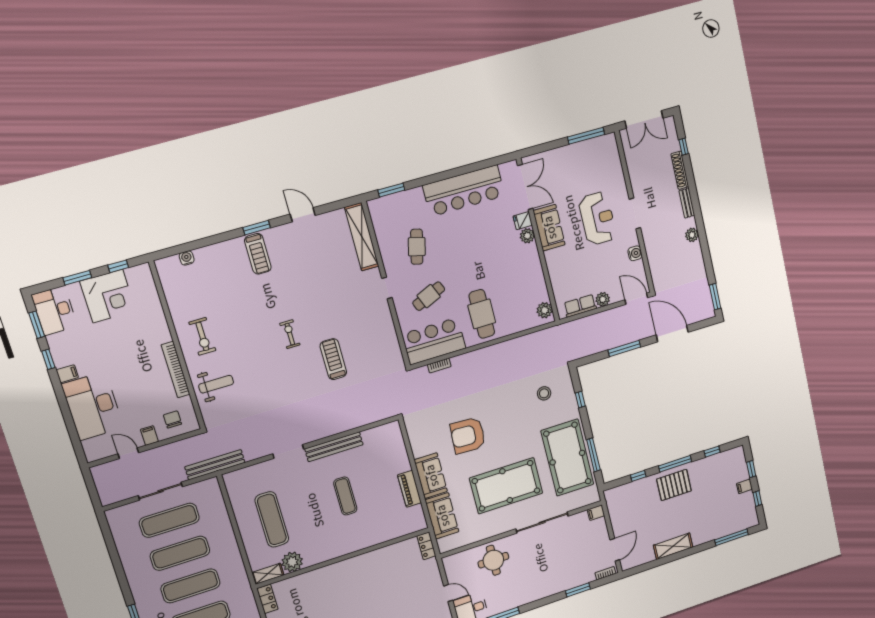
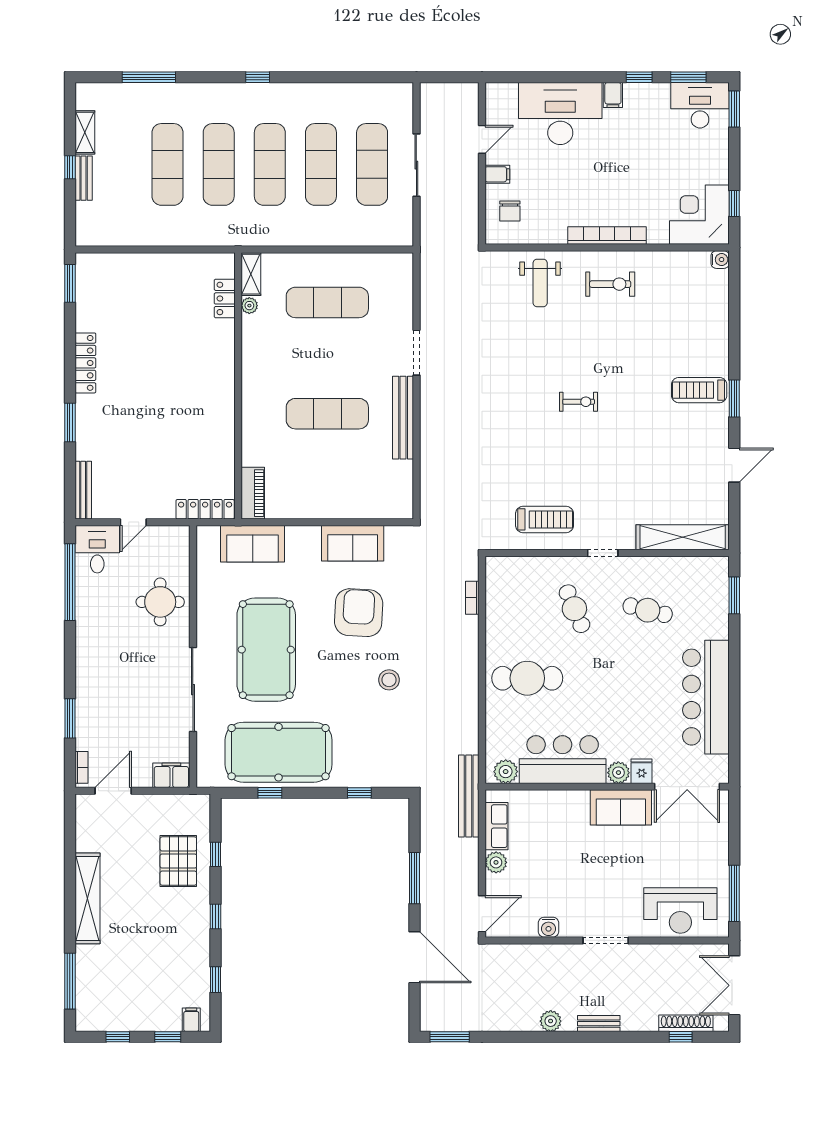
shoe rack: (680, 170) -> (686, 1023), moved
reception desk: (598, 218) -> (680, 910), moved
water cooler: (187, 258) -> (720, 260), moved
window: (77, 278) -> (734, 109), moved
corner desk: (108, 296) -> (699, 215), moved, turned 90
door: (672, 334) -> (414, 957), hinge flipped
exercise bike: (202, 336) -> (610, 284), turned 180
bar counter: (434, 341) -> (563, 760), moved, turned -90
treadmill: (333, 359) -> (545, 519), moved
bookcase: (176, 370) -> (607, 236), moved
stool: (544, 393) -> (389, 680), moved
chair: (173, 419) -> (510, 211), turned 90
window: (593, 455) -> (270, 793), width x0.46
window: (675, 464) -> (216, 916), width x0.46
bench: (215, 465) -> (469, 796), moved
sofa: (431, 476) -> (353, 543), moved
pallet: (674, 485) -> (178, 861), moved
filing cabinet: (744, 486) -> (191, 1020), moved
piano: (409, 489) -> (253, 493), moved, turned 90
exercise mat: (345, 496) -> (327, 414), width x1.36, depth x1.45
filing cabinet: (596, 513) -> (171, 775), width x2.00
locker: (426, 546) -> (205, 509), width x1.53
shelving: (673, 546) -> (88, 898), width x1.47
door: (615, 550) -> (113, 791), swing flipped
plant: (292, 562) -> (249, 306), width x0.53, depth x0.53
locker: (267, 599) -> (225, 298), moved, turned 90

